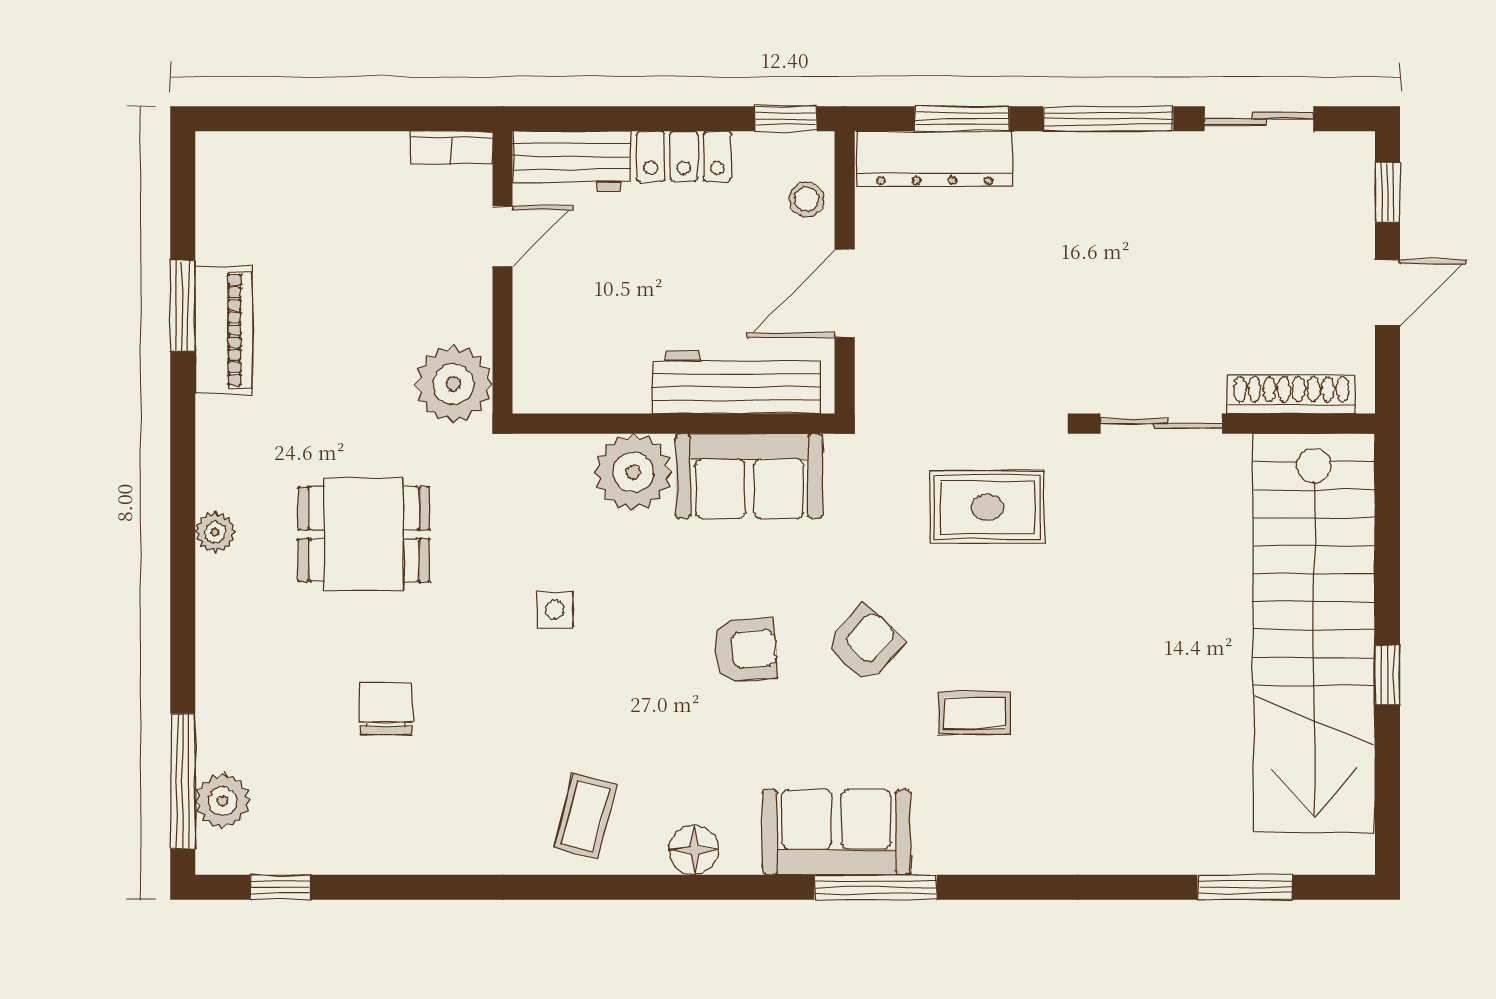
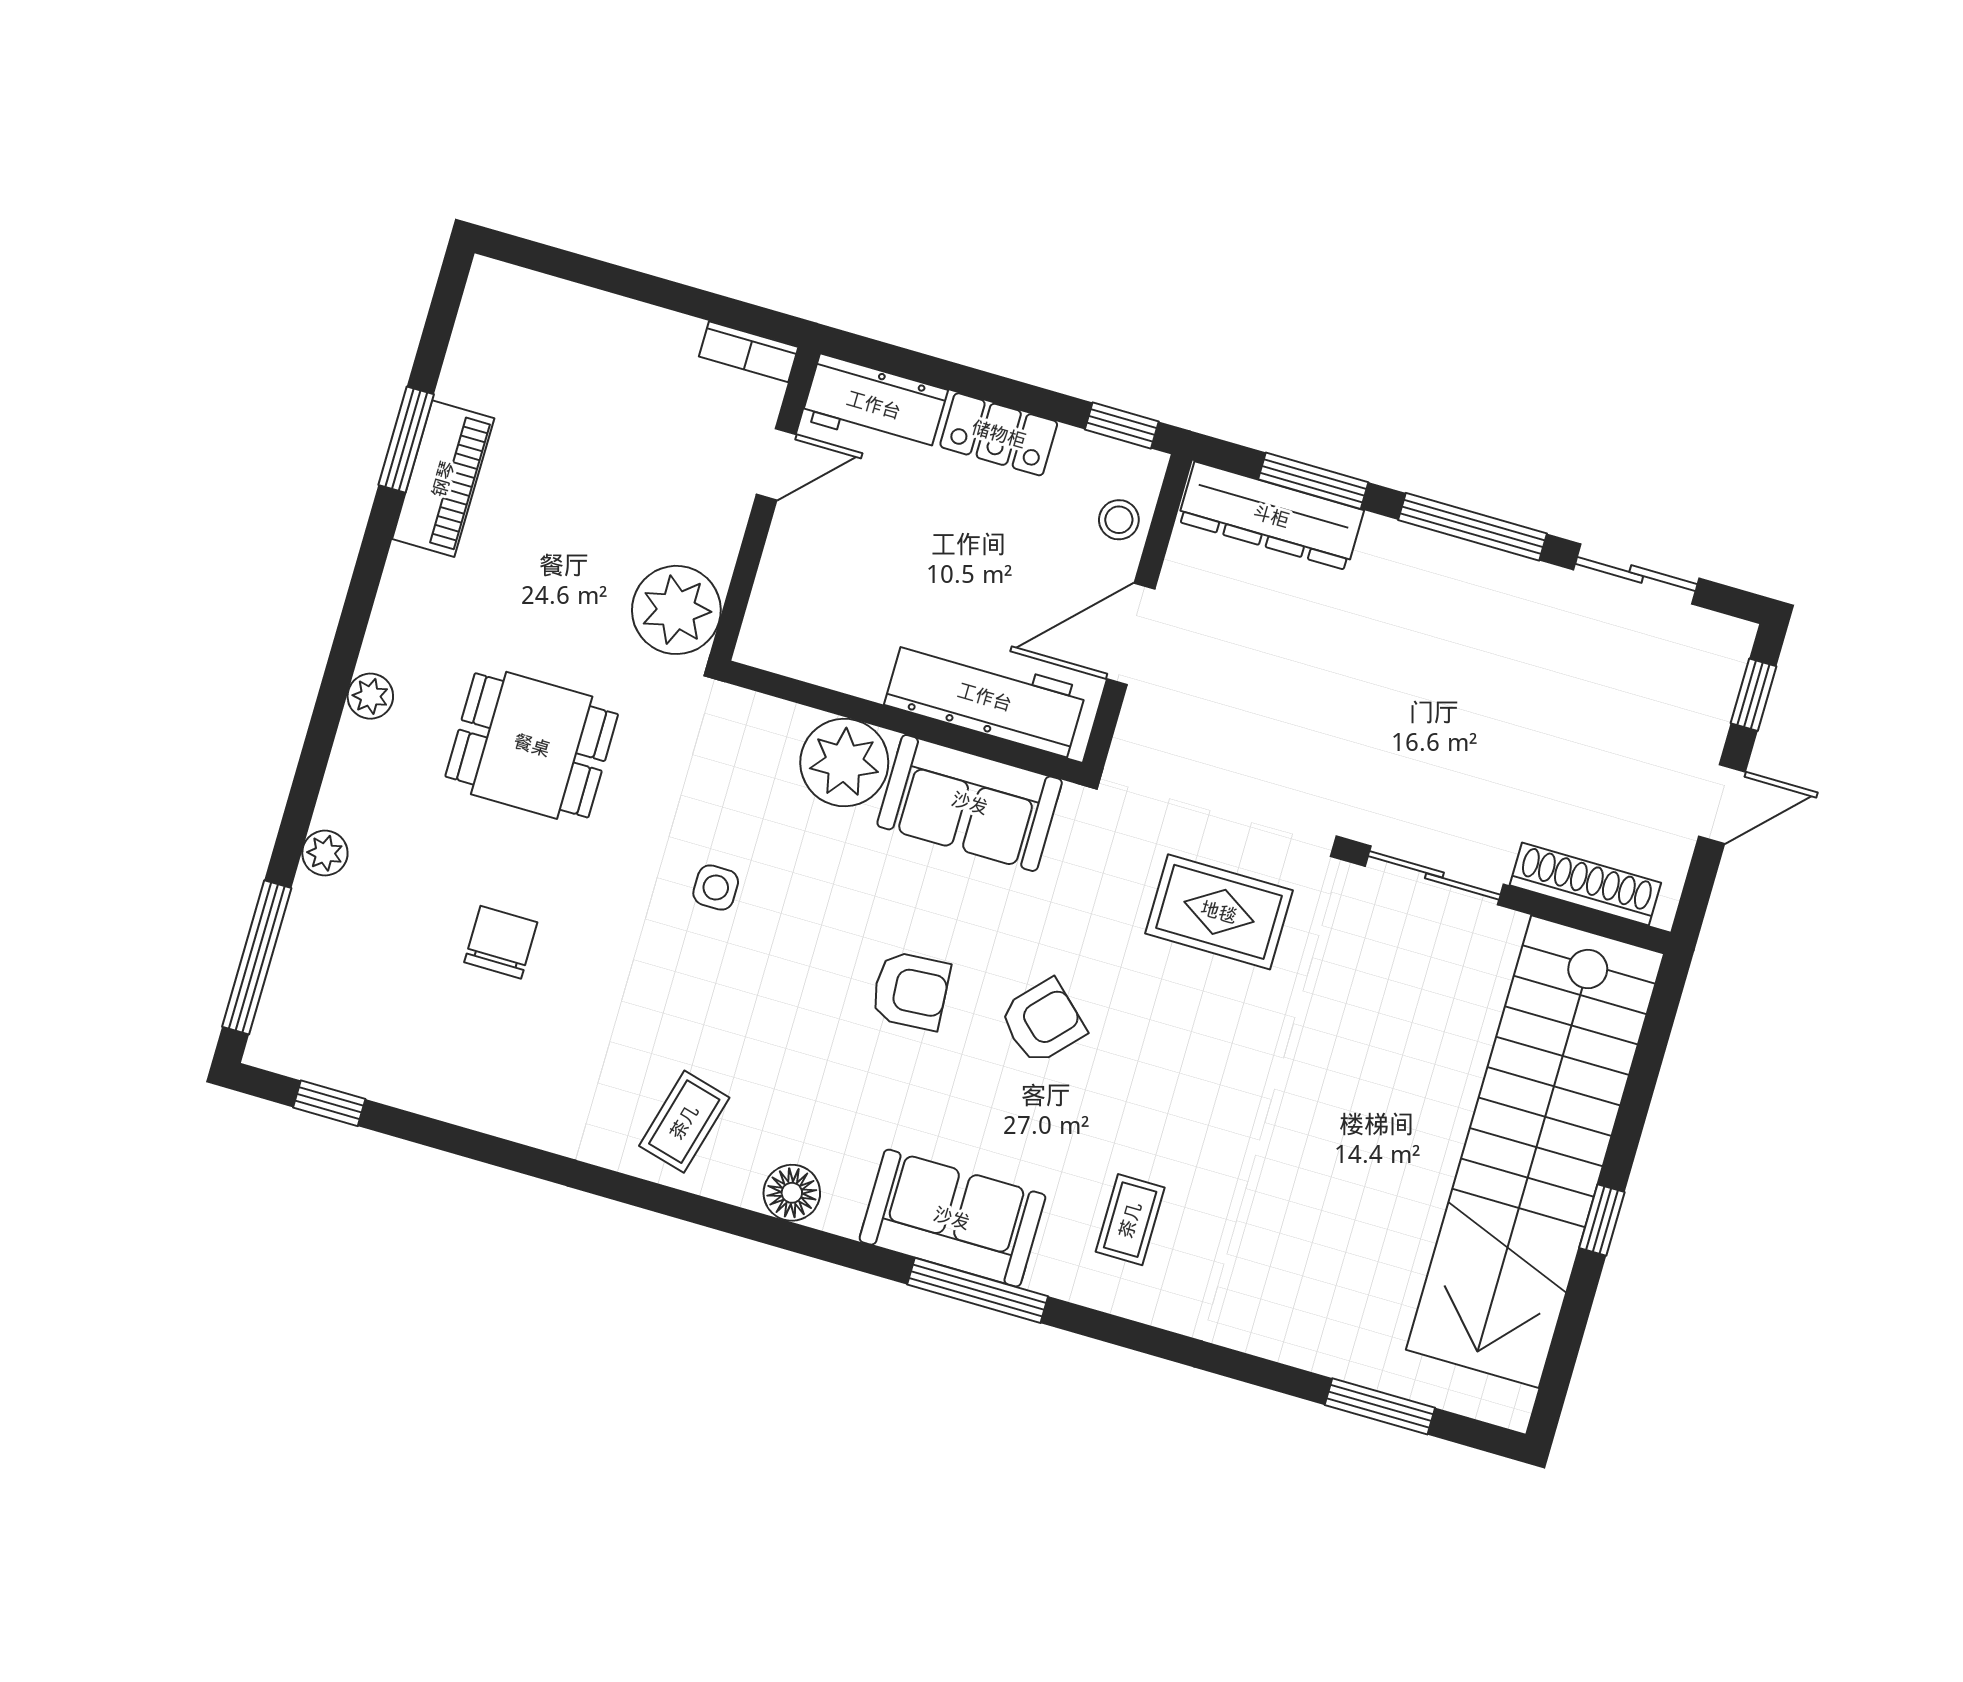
coffee table: (975, 713) -> (1130, 1220), moved, turned 90
plant: (222, 801) -> (325, 853), moved, width x0.73, depth x0.73

